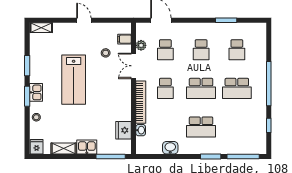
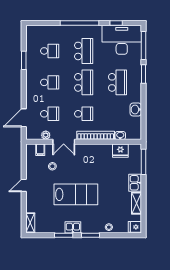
kitchen sink: (36, 92) -> (73, 227), moved
desk: (250, 132) -> (122, 40), added

